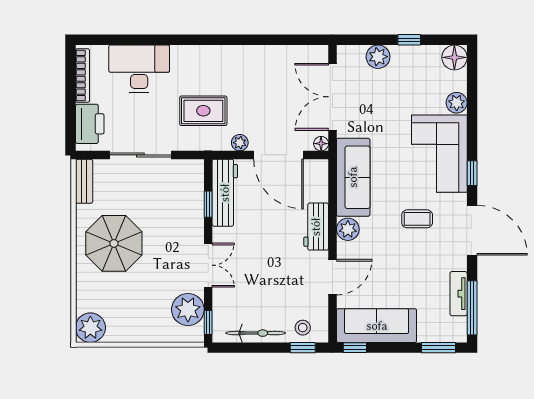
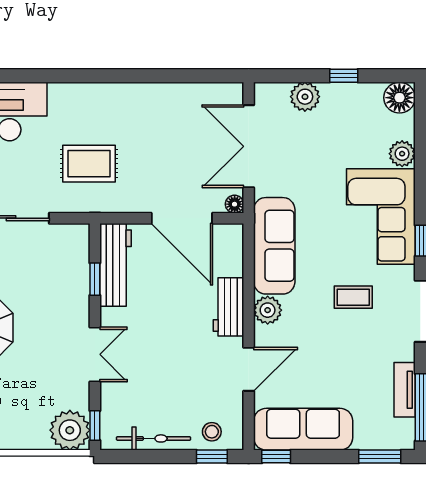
plant: (240, 143) -> (134, 203), removed
plant: (188, 310) -> (70, 430), moved

